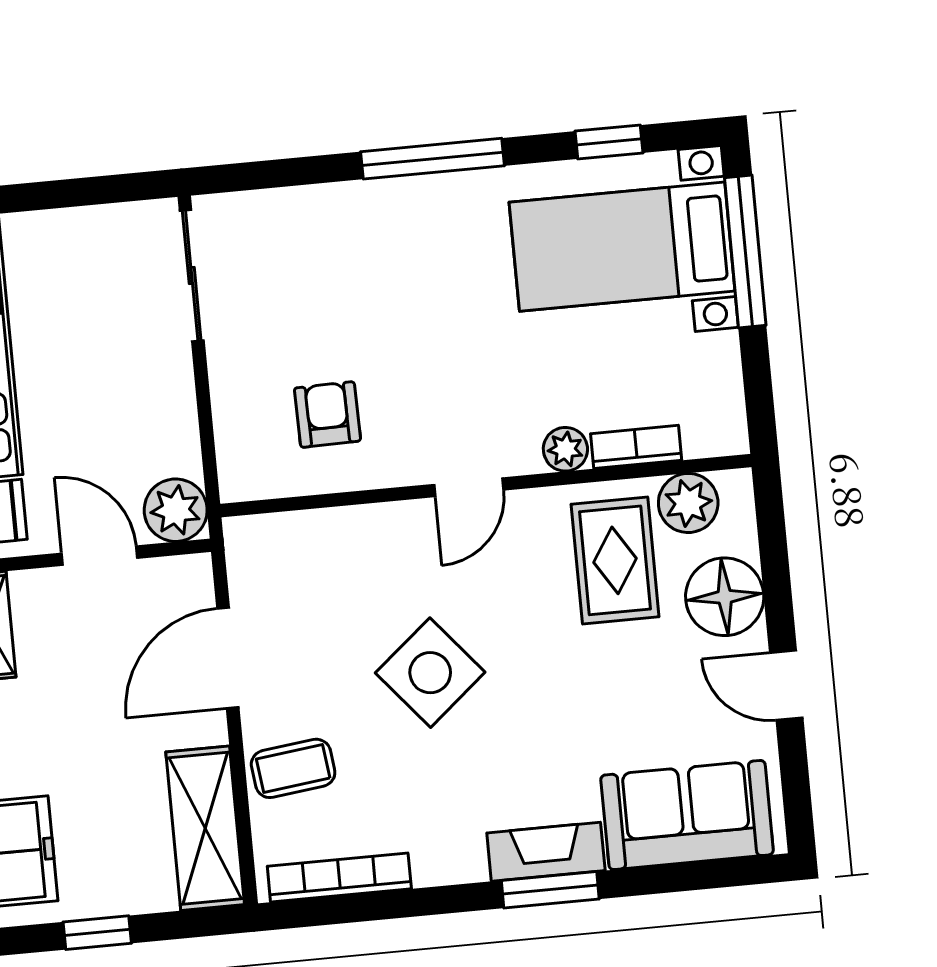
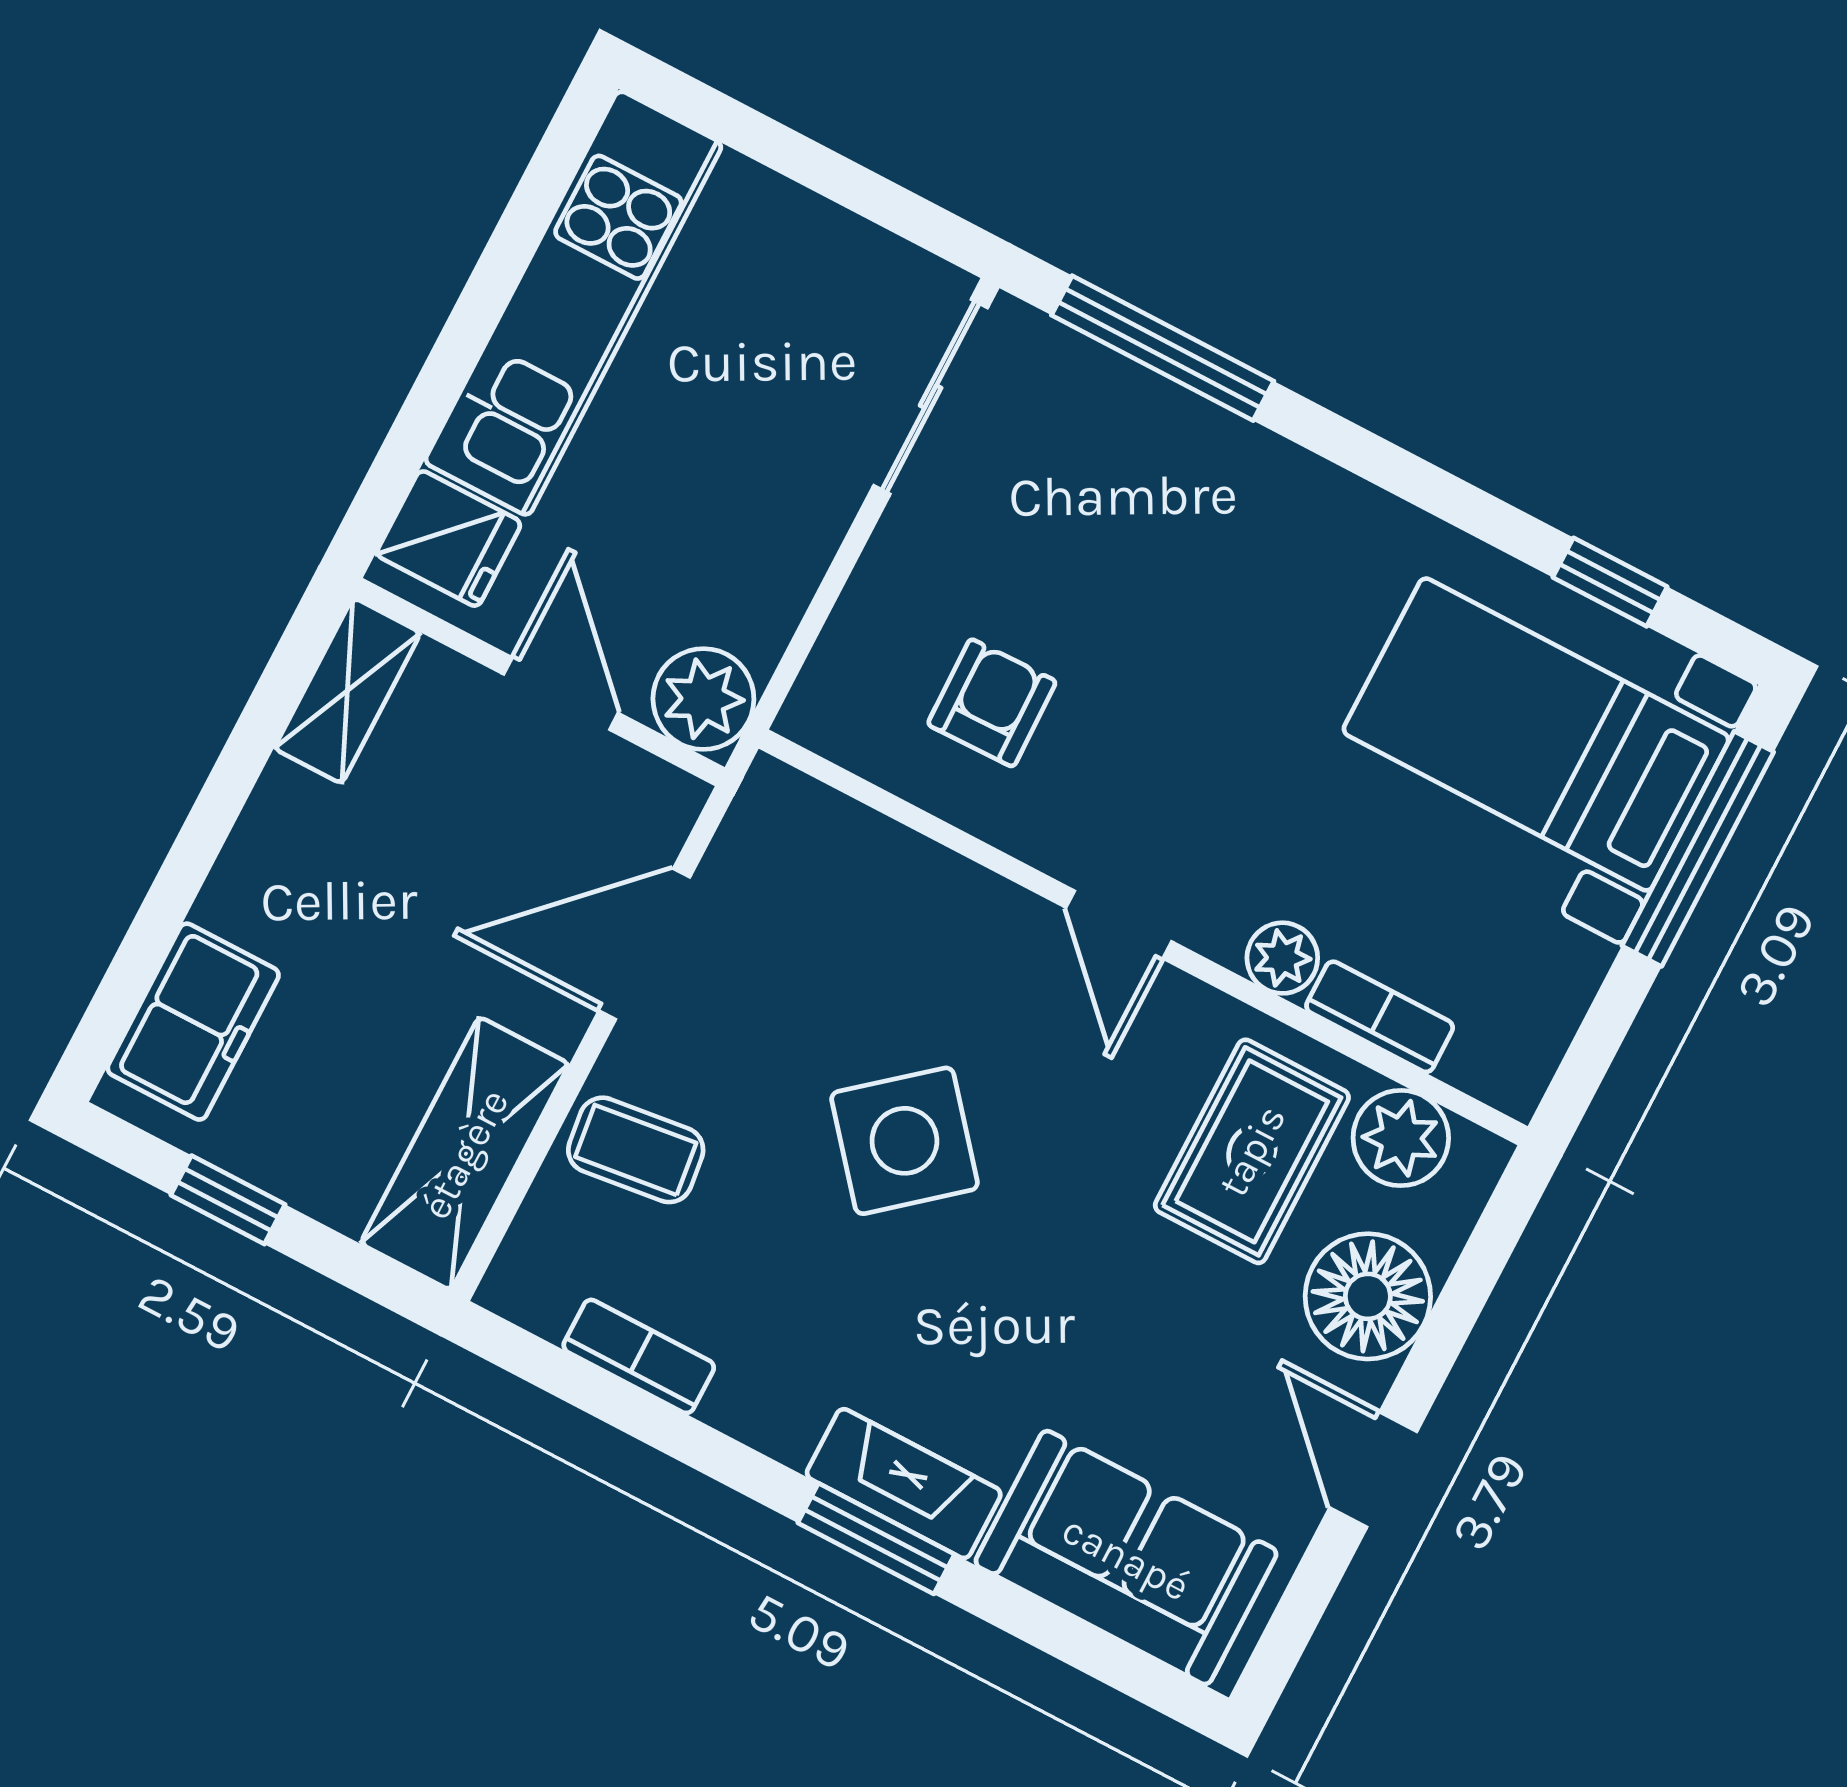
window: (433, 159) -> (1163, 348), moved
door: (469, 487) -> (1119, 925), hinge flipped
bookcase: (339, 878) -> (639, 1356), width x0.64

